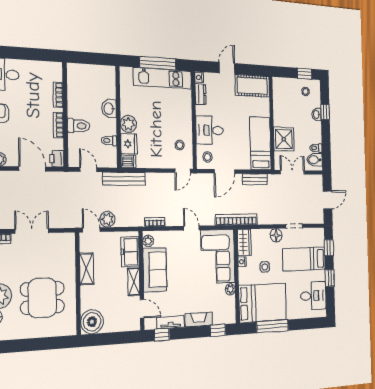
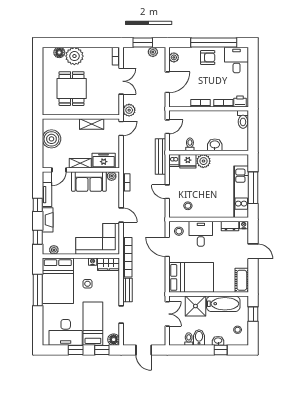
window: (305, 74) -> (253, 314), moved
cot: (252, 86) -> (242, 280), width x0.73, depth x0.75
bathtub: (281, 107) -> (223, 304), added
toilet: (79, 126) -> (243, 119), moved
bed: (260, 143) -> (191, 277), width x1.50
printer: (57, 159) -> (240, 101), moved
bidet: (315, 160) -> (199, 337), moved
door: (183, 171) -> (167, 192), moved
bench: (255, 179) -> (127, 290), moved
plant: (107, 219) -> (129, 110), moved
door: (191, 228) -> (121, 215), hinge flipped
floor lamp: (276, 235) -> (114, 340), moved
plant: (230, 289) -> (54, 250), moved
desk: (313, 296) -> (66, 332), width x1.37
boiler: (92, 322) -> (51, 139), moved
window: (162, 335) -> (38, 205), moved

